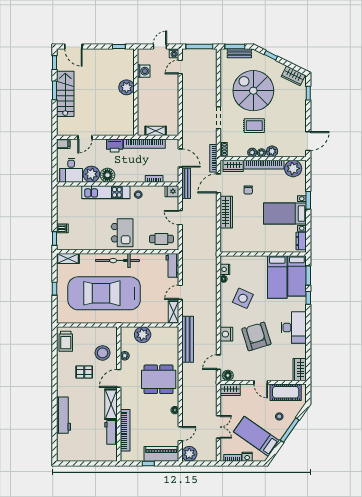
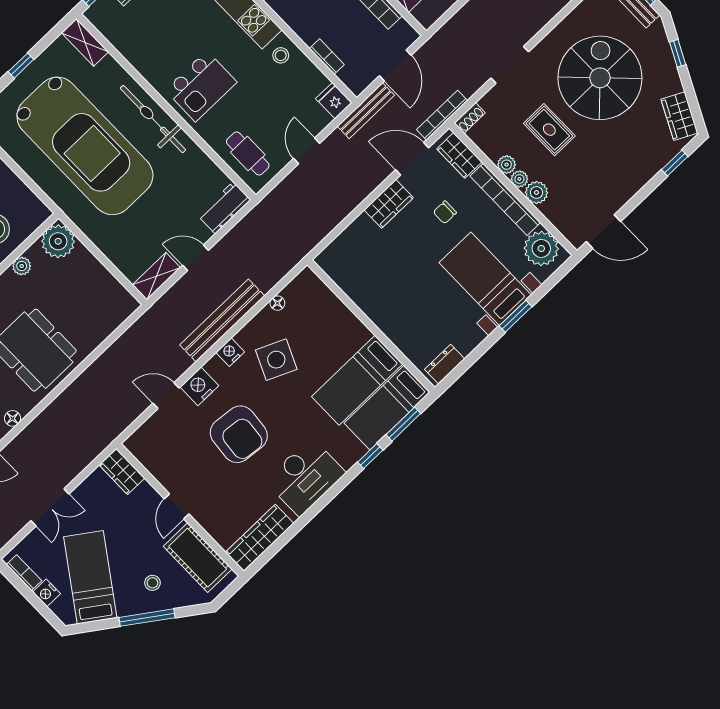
wardrobe: (226, 212) -> (389, 204), width x0.67
bed with nightstands: (285, 213) -> (485, 279), moved
nightstand: (225, 269) -> (230, 352), moved
car: (104, 293) -> (85, 146), turned 180
plant: (143, 335) -> (58, 241), moved
armchair: (256, 336) -> (239, 434), turned 113
bench: (188, 339) -> (222, 320), moved
door: (218, 362) -> (166, 396), moved
wardrobe: (300, 370) -> (260, 538), width x1.50
floor lamp: (228, 375) -> (140, 448), removed

